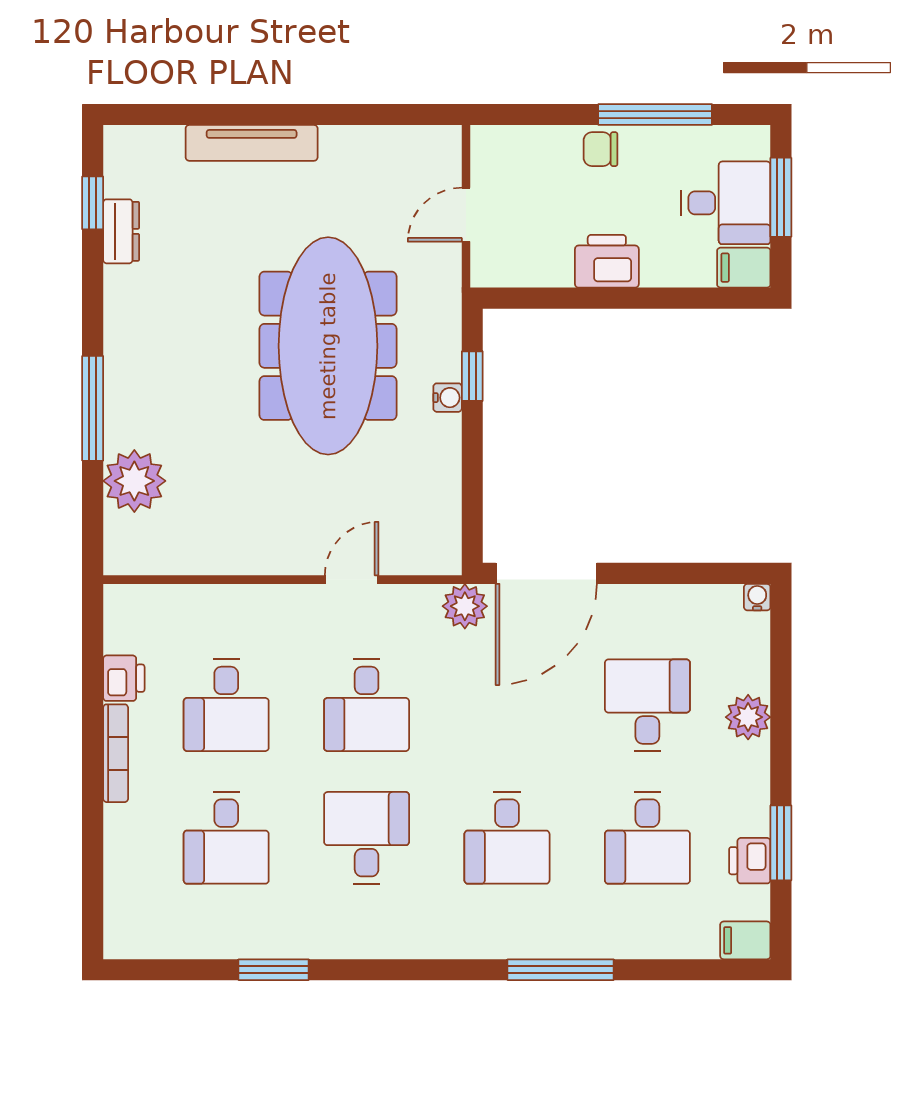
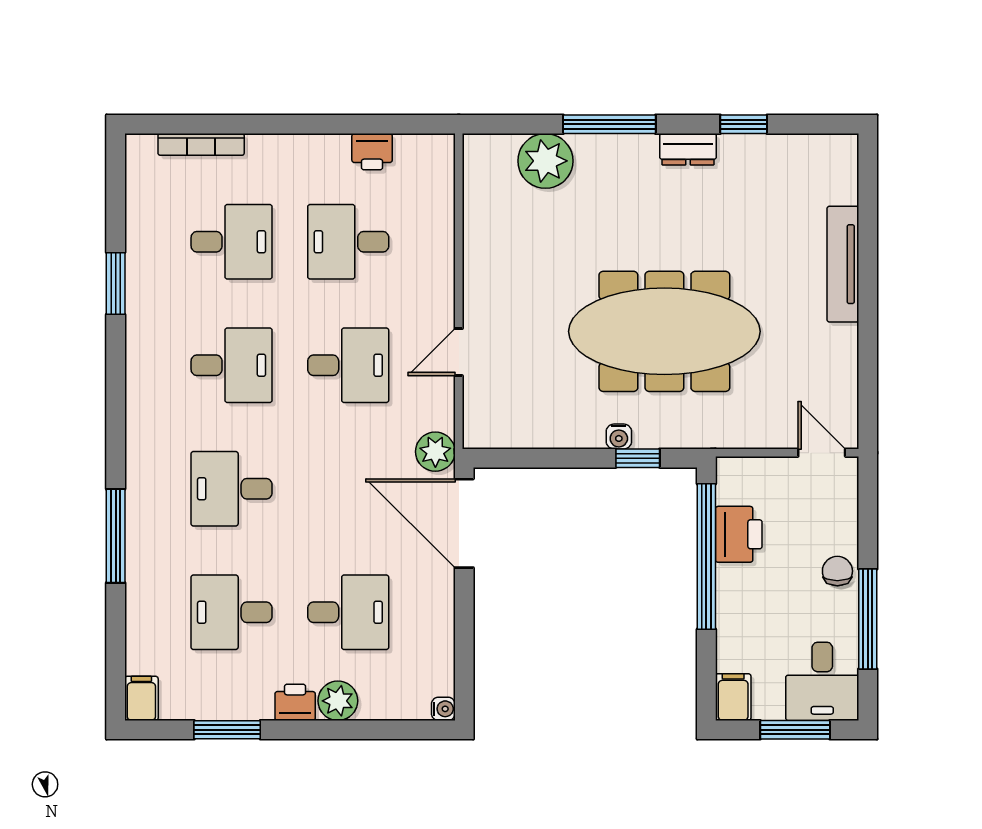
window: (93, 203) -> (744, 124), moved
desk: (726, 203) -> (822, 681), moved
door: (466, 215) -> (822, 453), moved
dresser: (121, 231) -> (688, 149), moved
printer: (607, 261) -> (739, 534), moved
window: (584, 298) -> (706, 556), added
door: (352, 580) -> (459, 352), swing flipped
desk: (367, 705) -> (348, 365), turned 180
bookcase: (116, 753) -> (201, 144), moved
desk: (226, 838) -> (232, 242), turned 180
printer: (750, 861) -> (295, 702), moved

